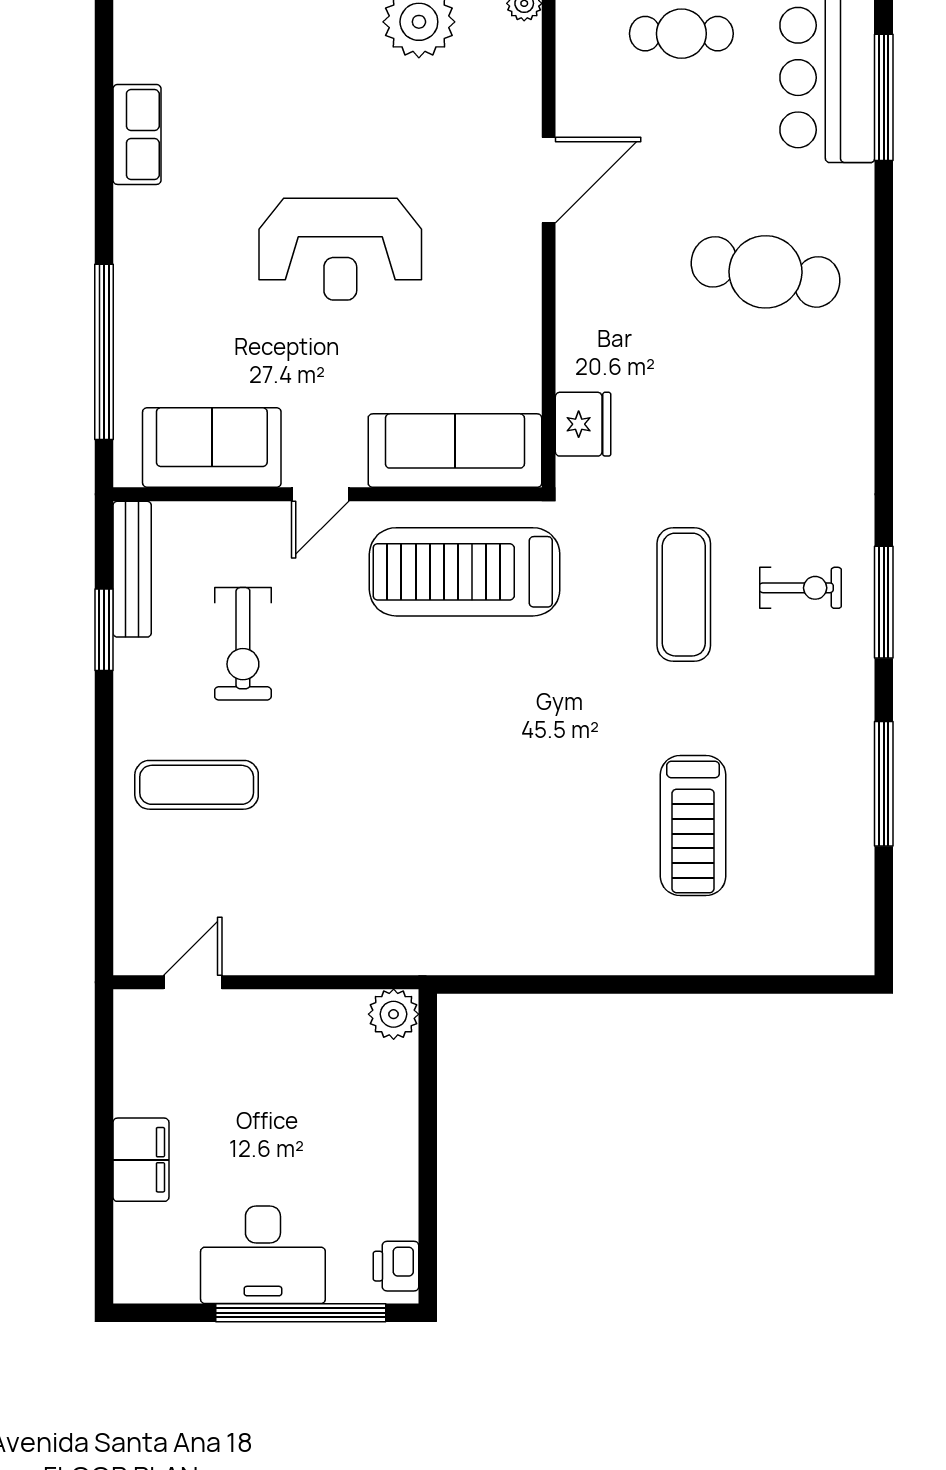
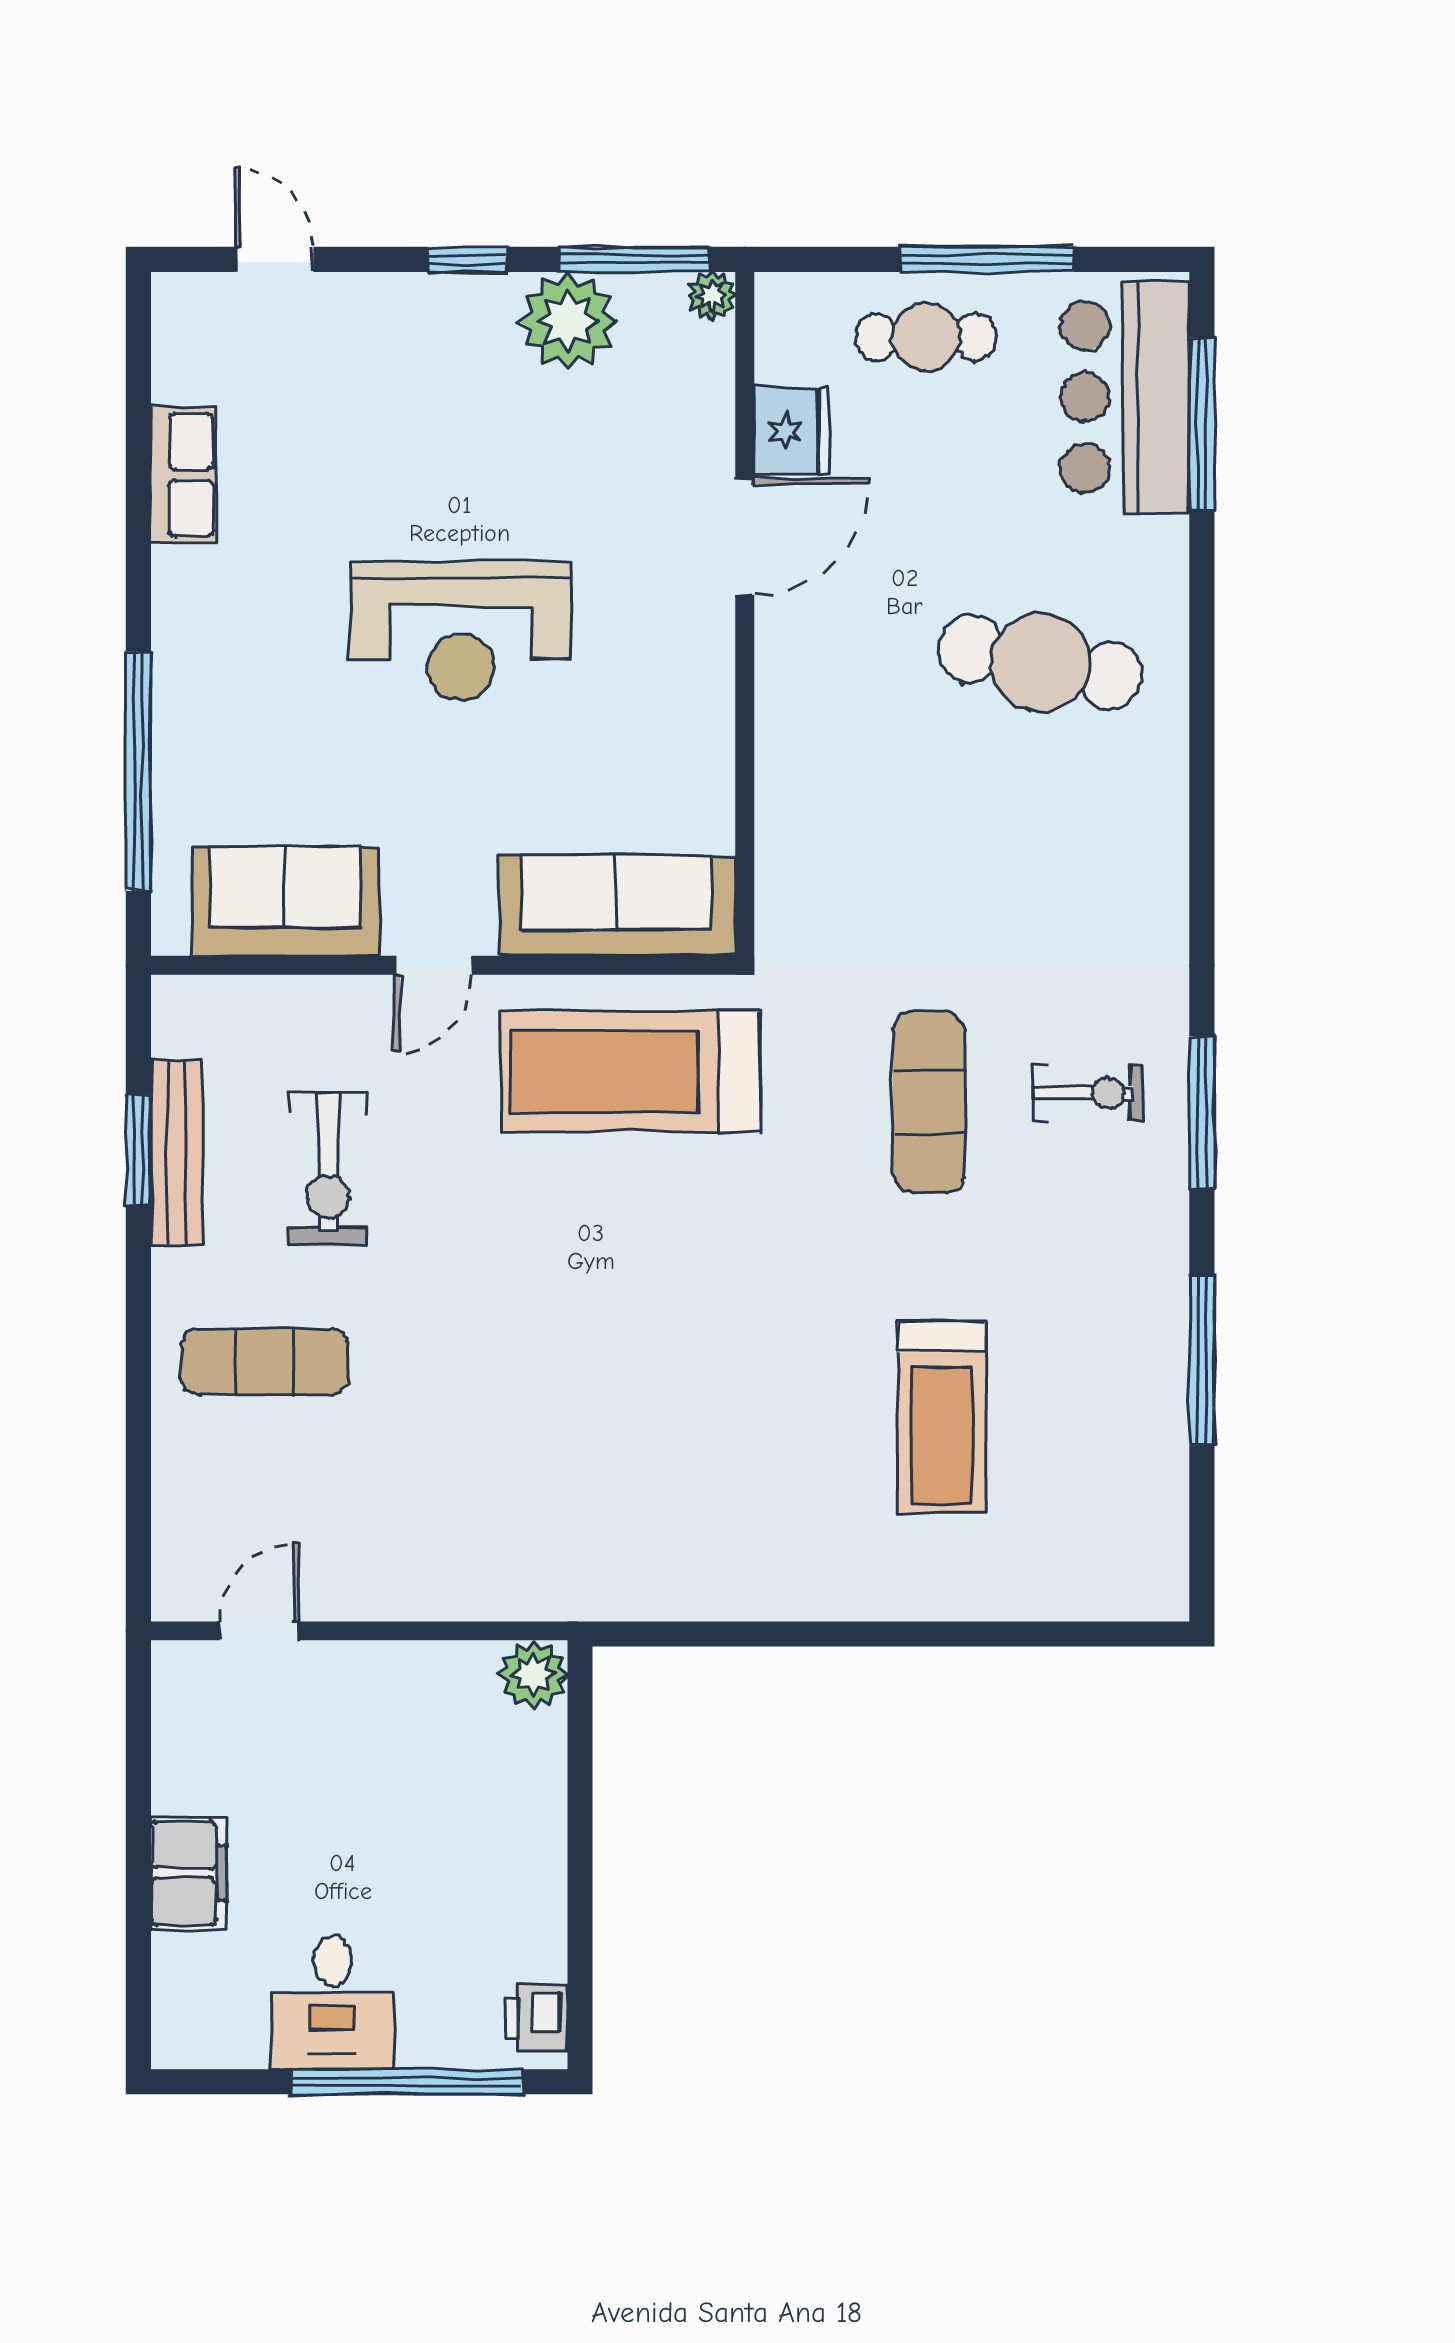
fridge: (583, 424) -> (792, 431), moved
bench: (132, 569) -> (177, 1153), moved
desk: (263, 1255) -> (332, 2003), width x0.73

